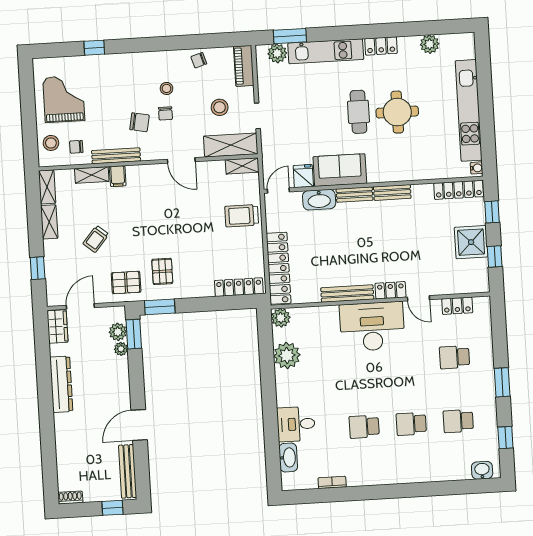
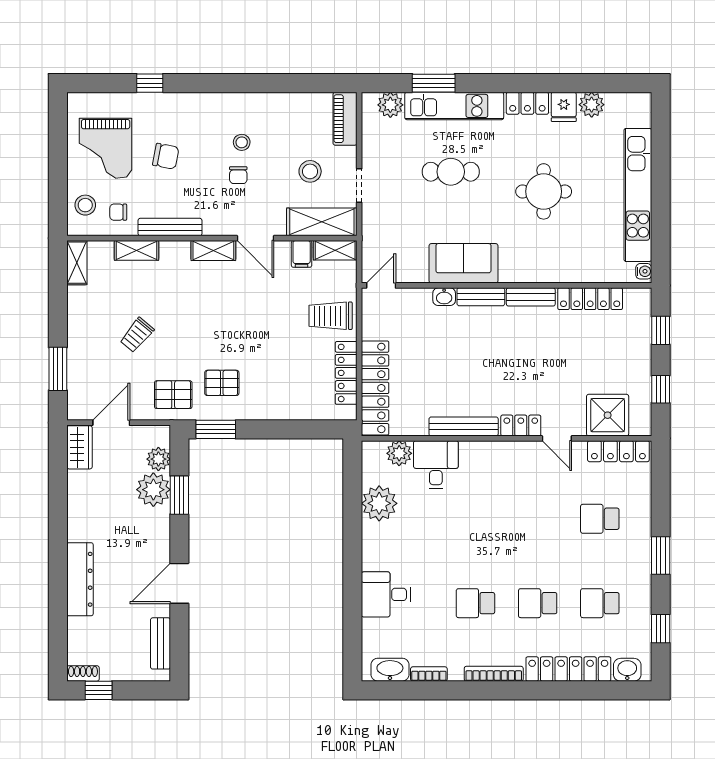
window: (290, 36) -> (434, 83), moved
chair: (199, 60) -> (286, 108), removed
grand piano: (64, 99) -> (106, 148), turned 180
cafe table: (358, 112) -> (451, 172), moved, turned 90
chair: (139, 122) -> (166, 156), moved
filing cabinet: (118, 176) -> (302, 254), moved
fridge: (303, 176) -> (564, 107), moved, turned 180
locker: (459, 190) -> (590, 299), moved
washbasin: (319, 200) -> (444, 297), width x0.52, depth x0.69
shelving: (49, 222) -> (213, 250), moved, turned 90
shower: (471, 242) -> (608, 415), moved
window: (38, 268) -> (58, 369), width x1.50
pallet: (162, 271) -> (222, 383), turned 90
locker: (239, 287) -> (346, 373), moved, turned -90
locker: (457, 306) -> (618, 451), width x1.53
plant: (281, 318) -> (399, 453), moved
desk: (372, 327) -> (436, 465), moved, width x0.53, depth x0.77
window: (134, 334) -> (179, 495), moved
plant: (121, 349) -> (153, 490), width x1.88, depth x1.88
dresser: (61, 384) -> (80, 579), moved
washbasin: (288, 457) -> (390, 670), moved, turned -90
bench: (128, 471) -> (160, 643), width x0.73
locker: (437, 472) -> (568, 669), added
bookcase: (381, 479) -> (494, 674), added
window: (113, 508) -> (99, 690), moved

